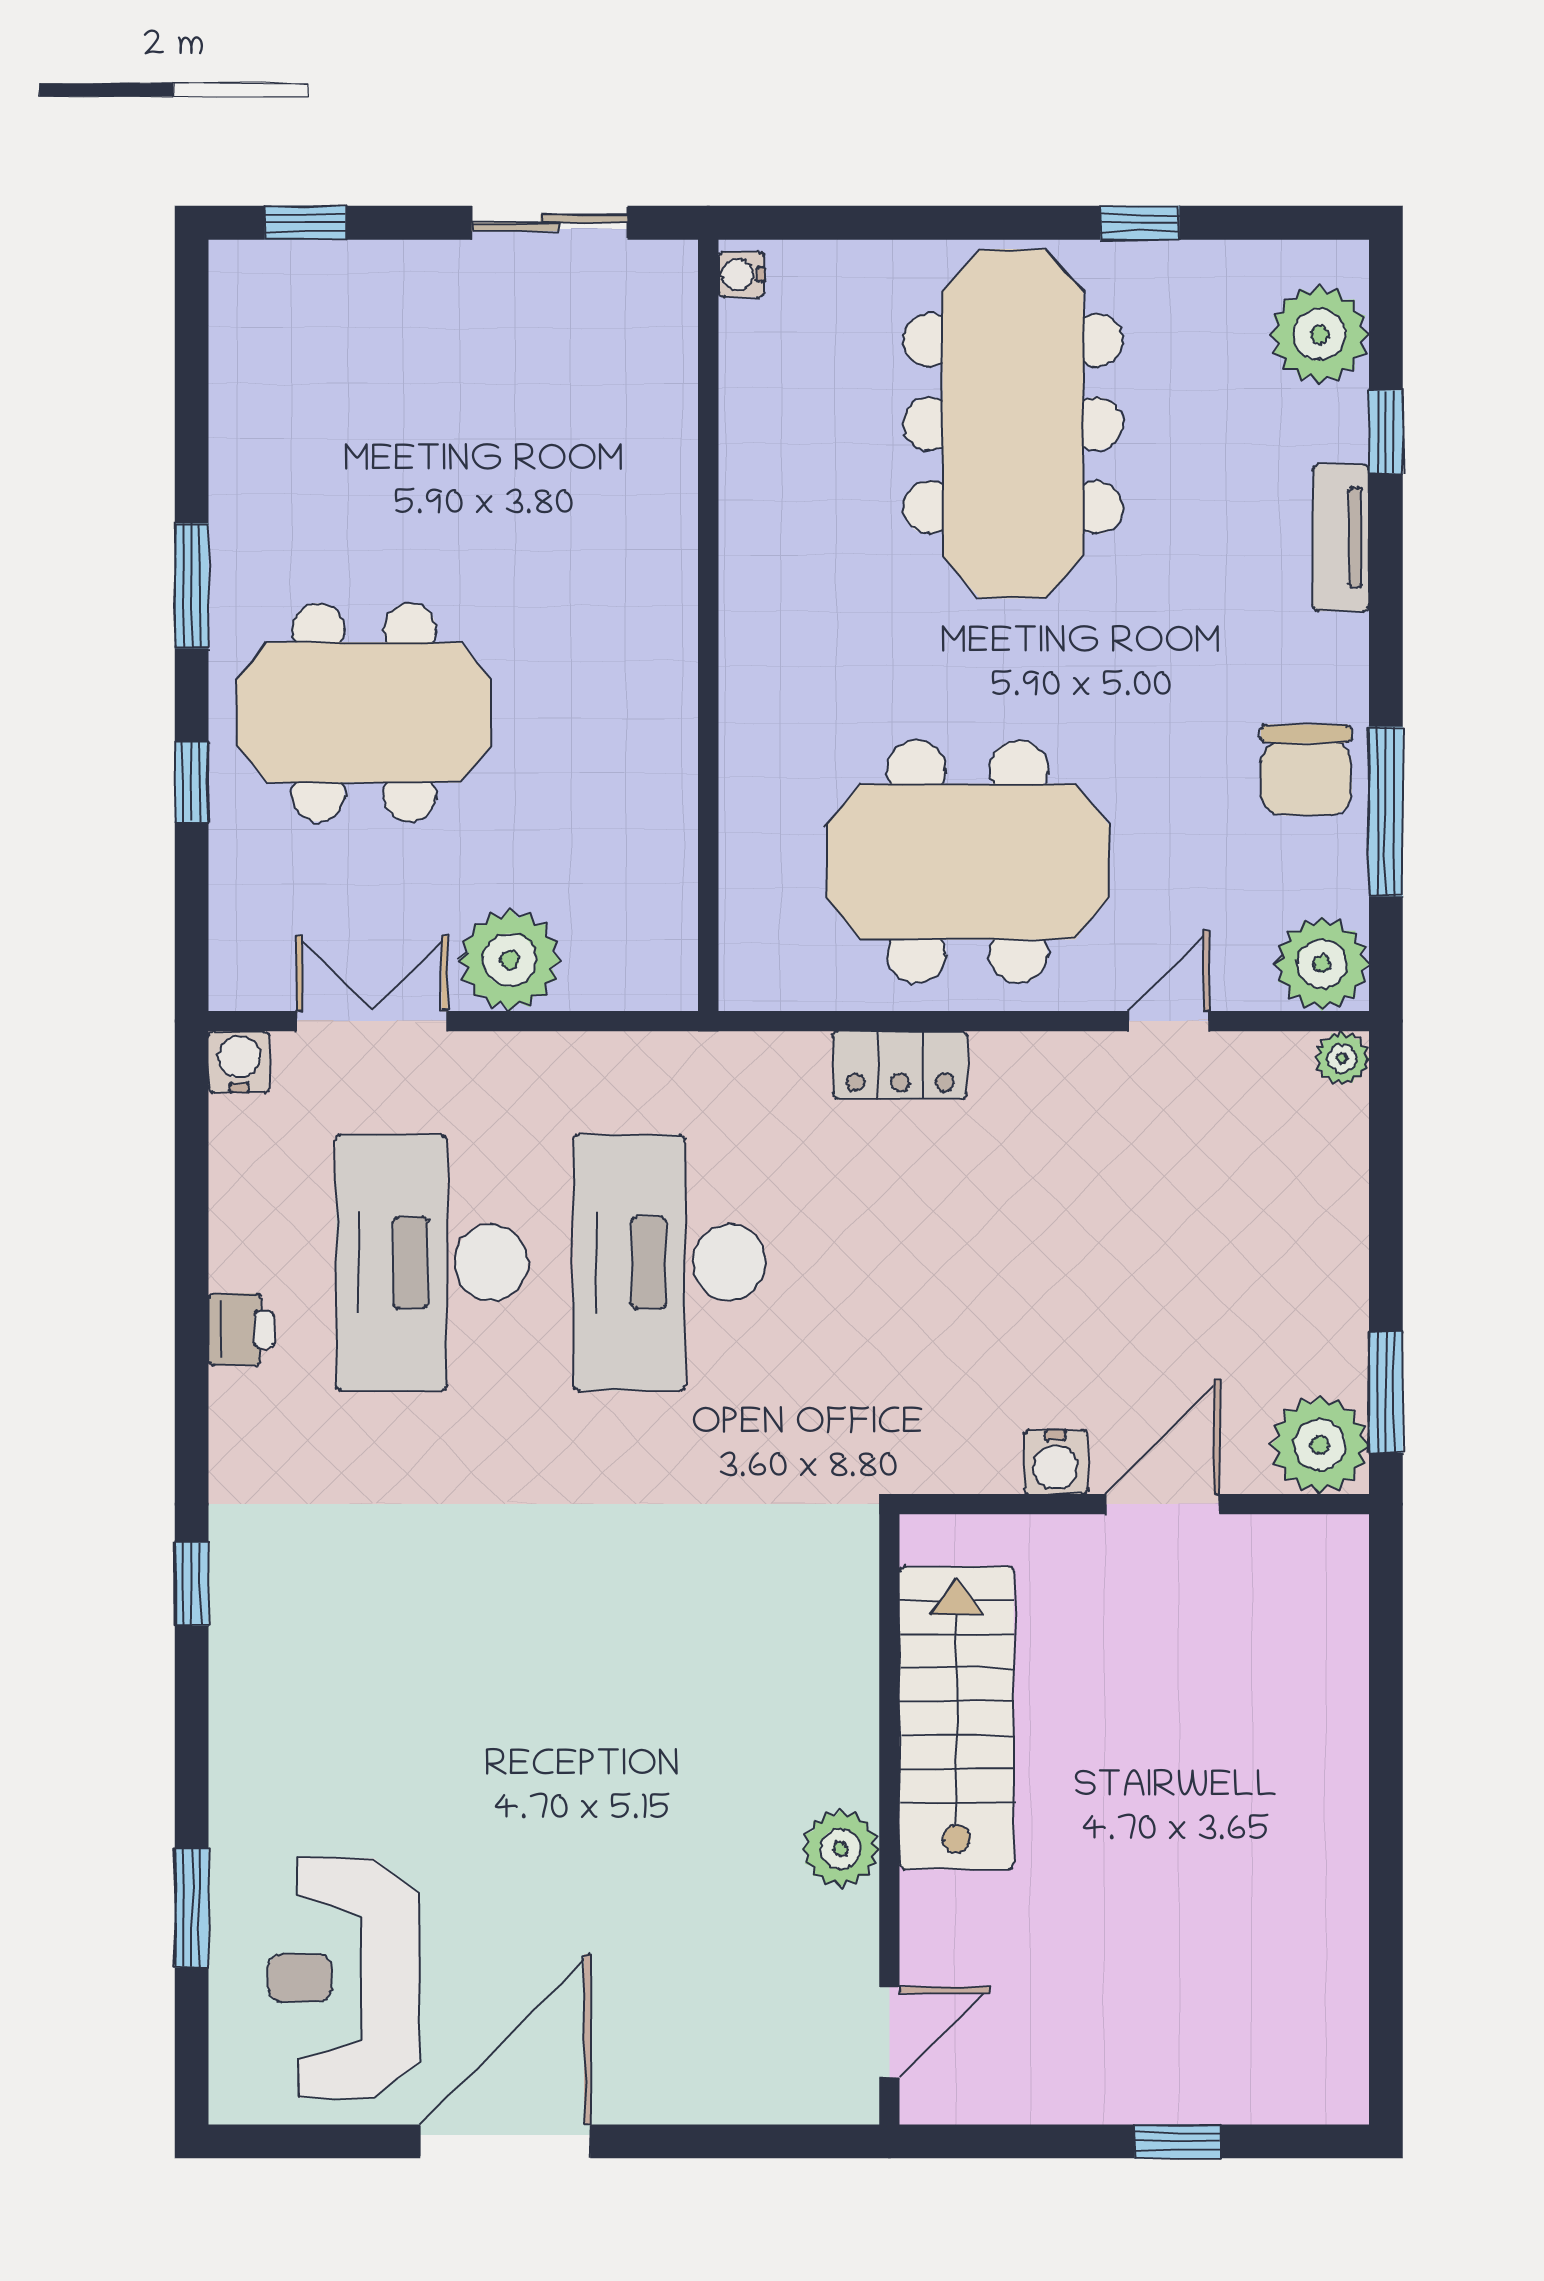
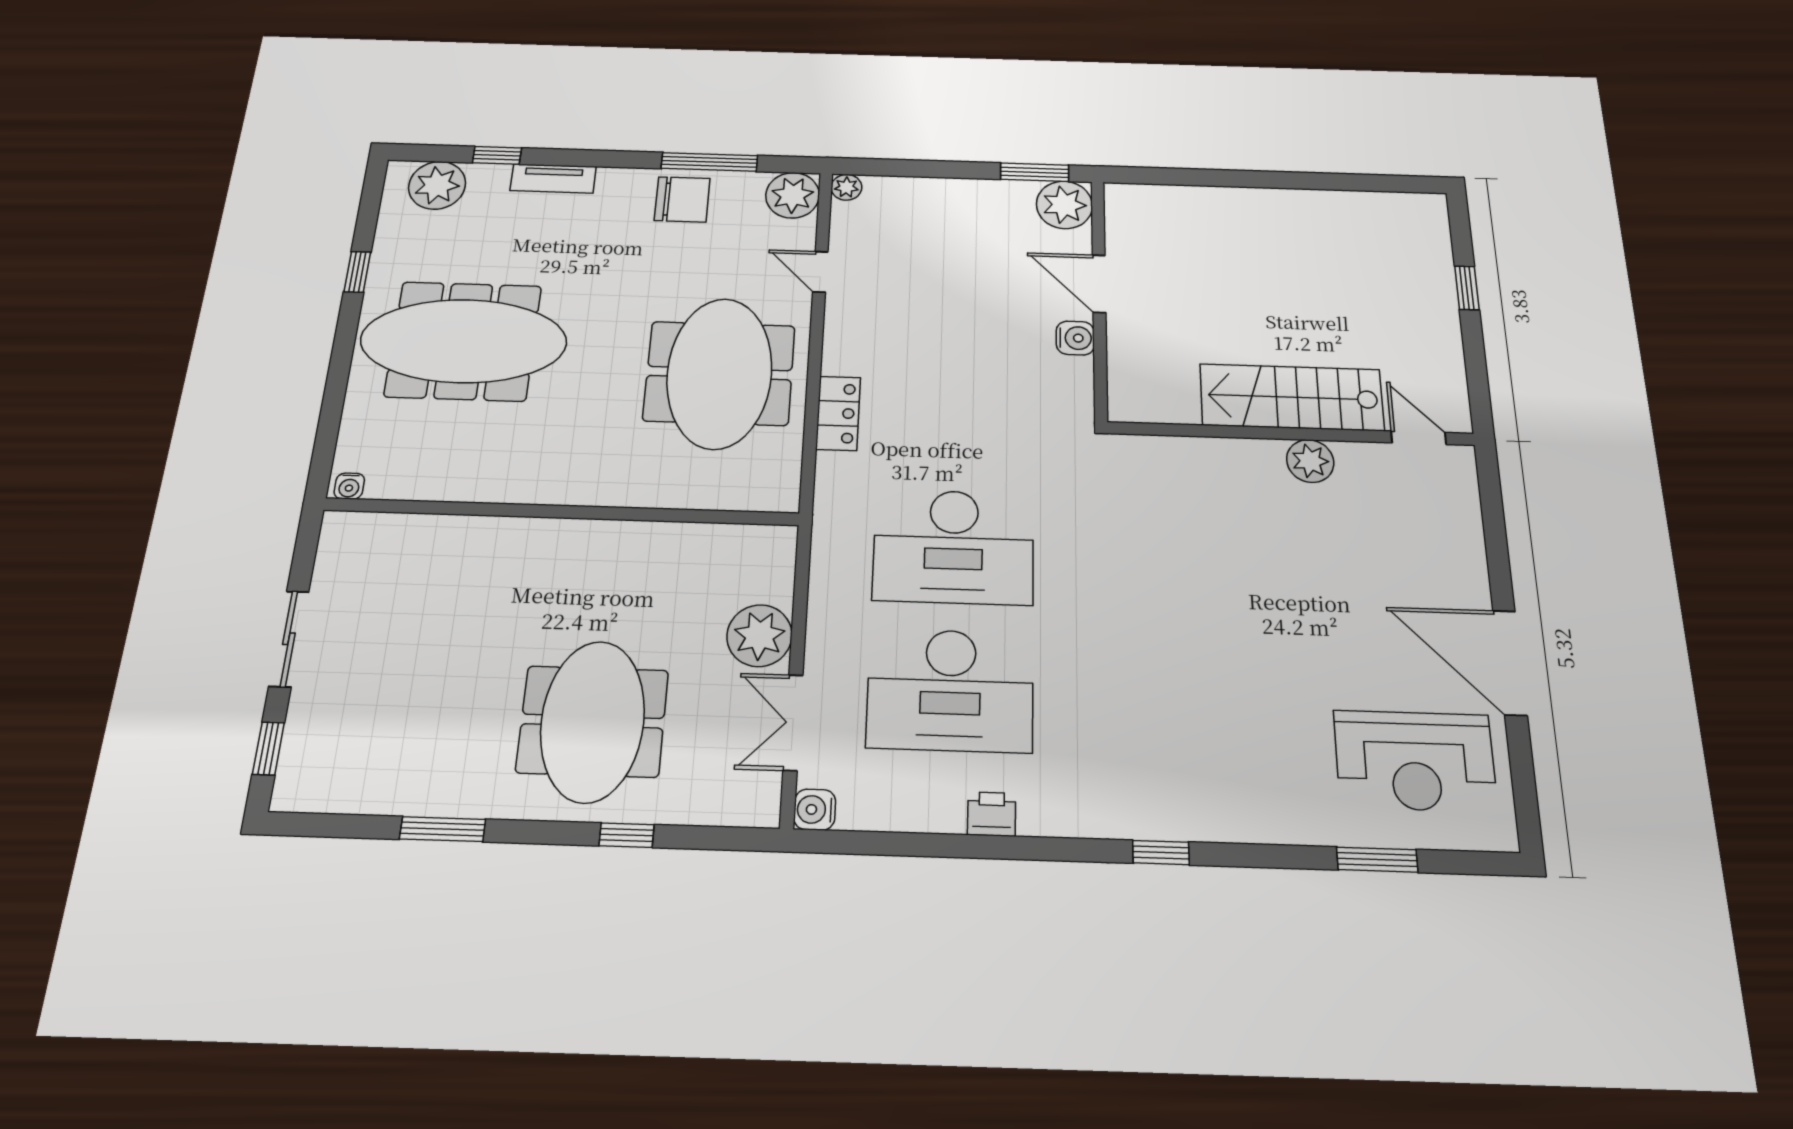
sliding door: (550, 223) -> (289, 639), moved
window: (192, 586) -> (443, 829), moved
stairs: (957, 1718) -> (1292, 397), moved

